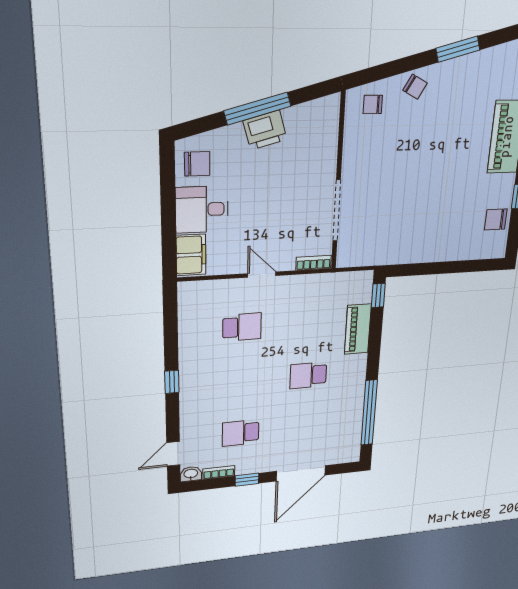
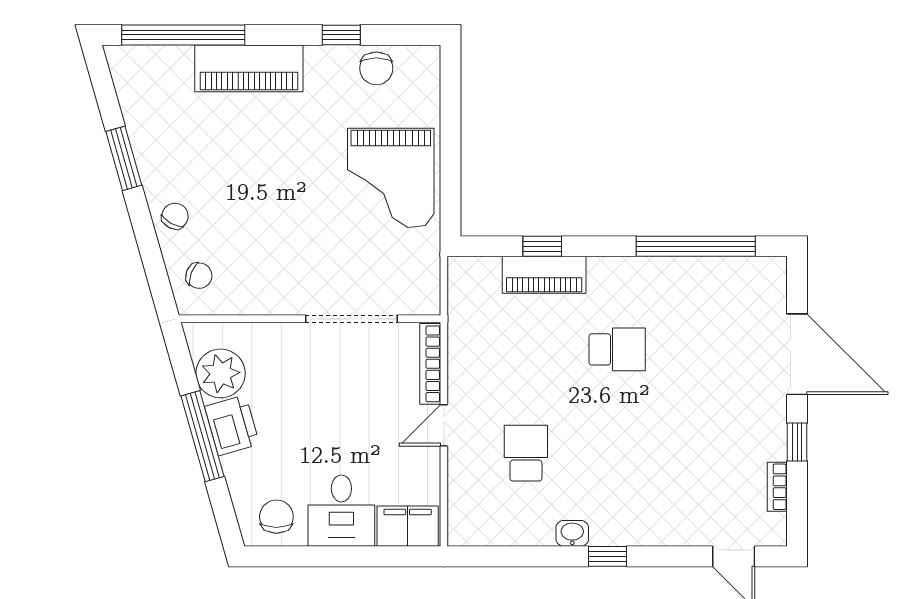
chair: (373, 104) -> (199, 276), turned -69
plant: (303, 121) -> (221, 373), added
grand piano: (427, 232) -> (391, 178), added
bookcase: (314, 263) -> (430, 364), width x1.56
window: (378, 296) -> (542, 246), moved
school desk: (308, 375) -> (617, 349), turned -90
school desk: (241, 433) -> (708, 453), removed
washbasin: (191, 474) -> (572, 533), moved, turned 90

